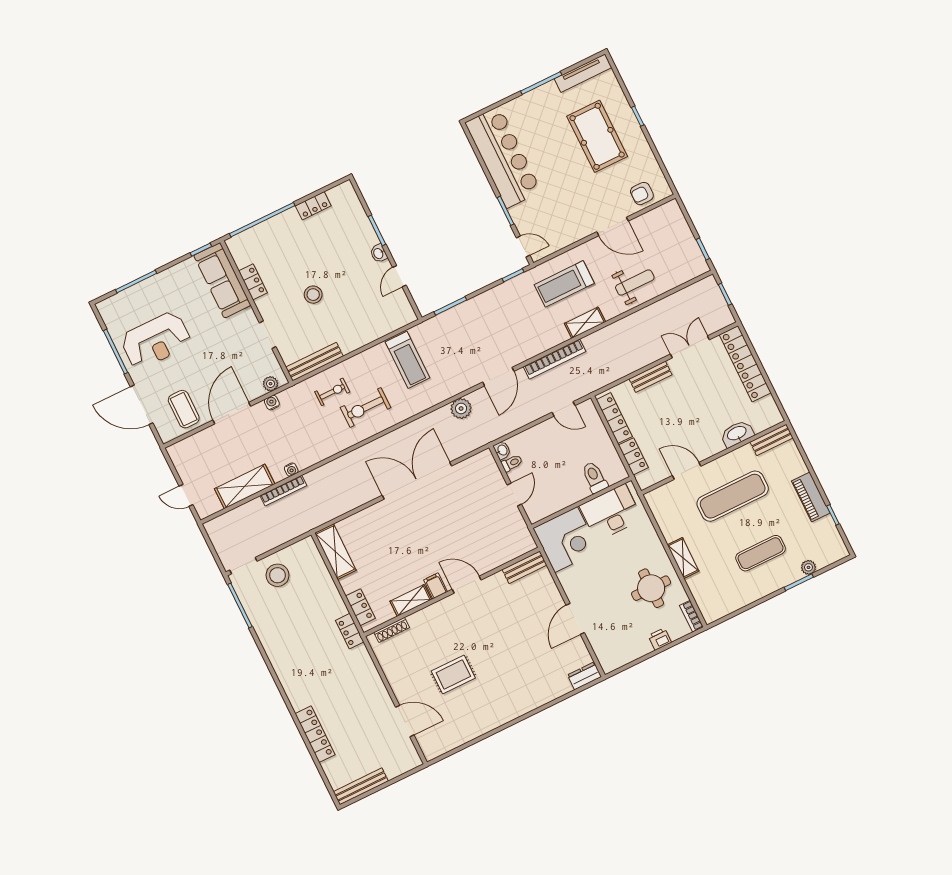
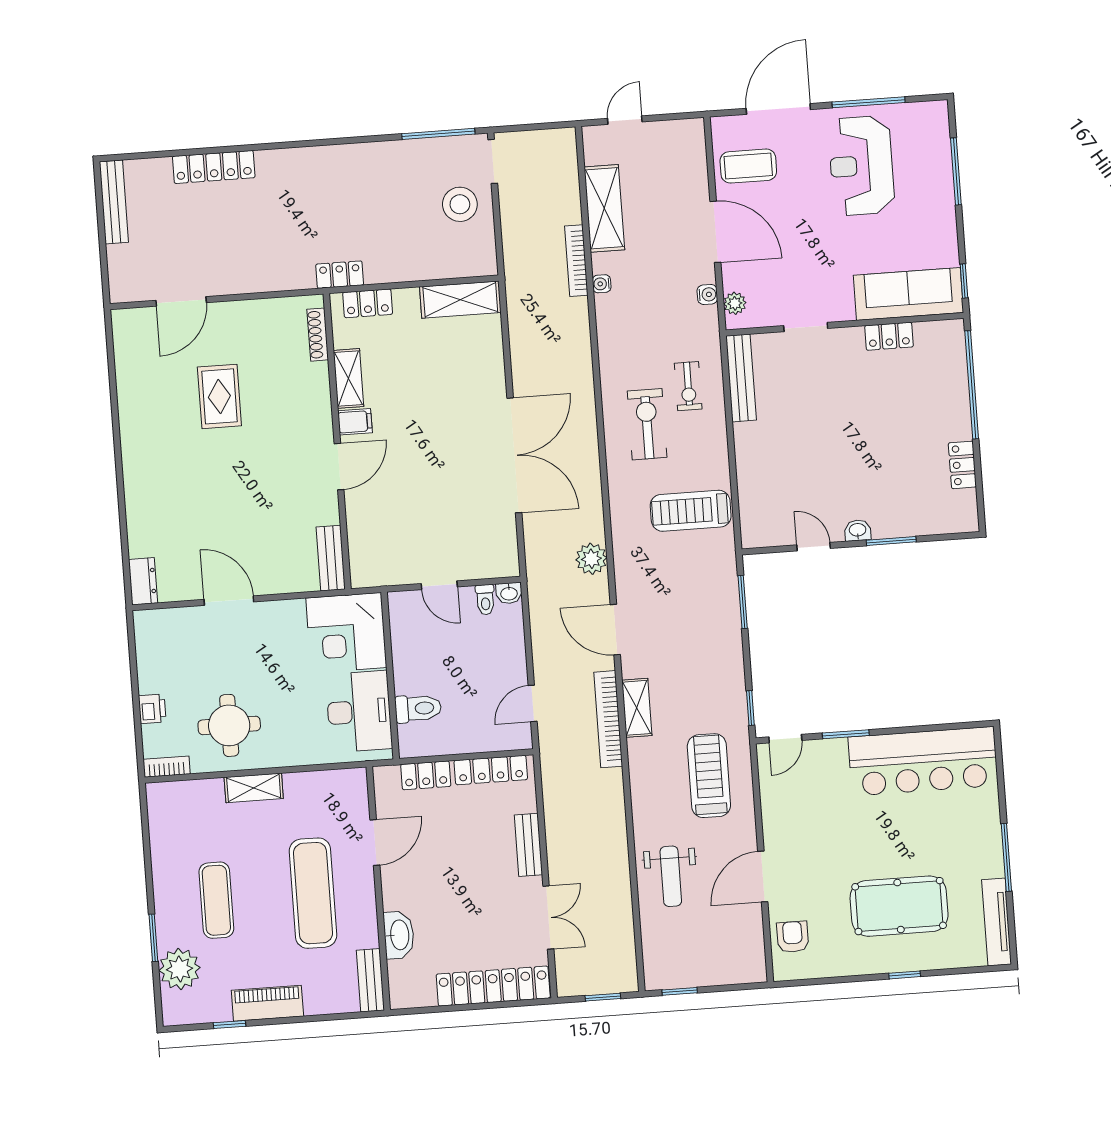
stool: (313, 295) -> (837, 414), removed
shelving: (585, 323) -> (637, 708), moved
plant: (808, 567) -> (180, 969), width x1.88, depth x1.88

